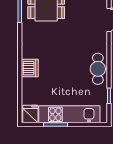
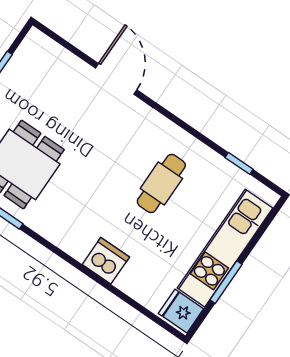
cafe table: (98, 69) -> (161, 183), moved, turned 90

